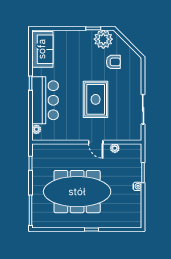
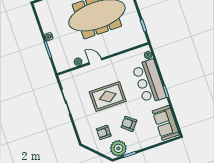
armchair: (83, 62) -> (129, 124), added
rug: (96, 99) -> (108, 97), turned 90

